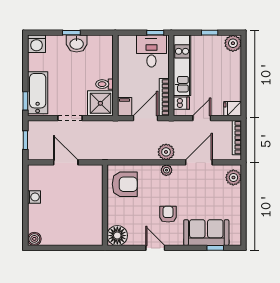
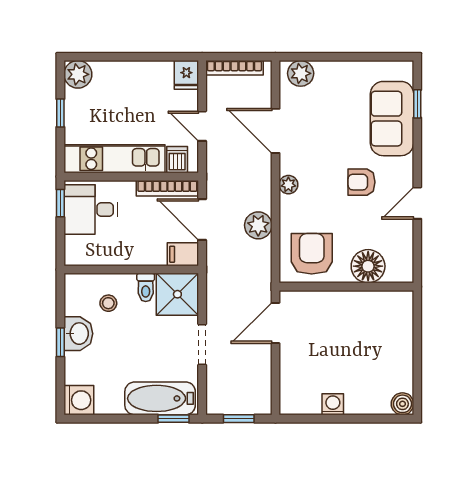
stool: (95, 62) -> (108, 303), added
plant: (166, 152) -> (258, 225), moved
door: (66, 162) -> (275, 323), moved
floor lamp: (117, 236) -> (368, 266), moved

